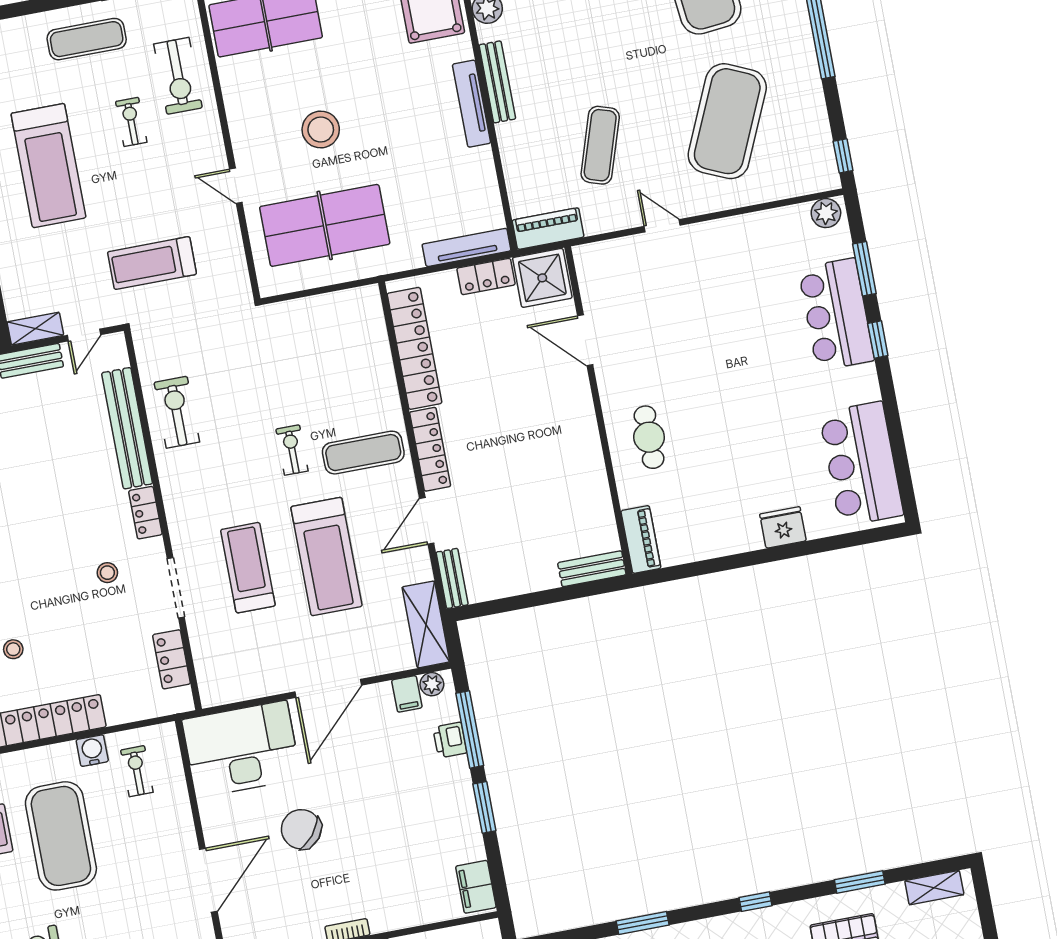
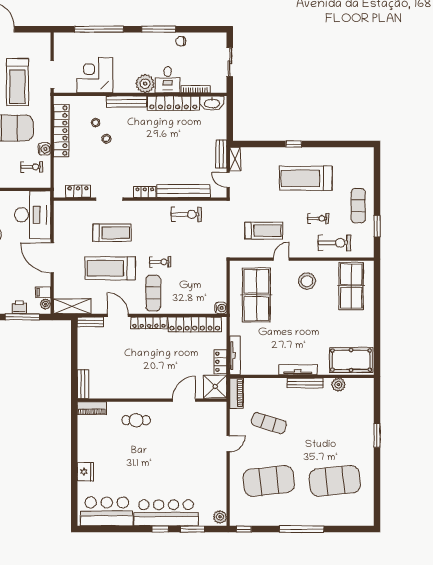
exercise bike: (178, 76) -> (334, 243), turned 180
exercise mat: (727, 121) -> (269, 481), turned -30
stool: (321, 129) -> (307, 281), moved
treadmill: (152, 263) -> (264, 231), moved, turned 90
water cooler: (368, 298) -> (221, 308), added
bar counter: (836, 314) -> (166, 513), width x1.36
stool: (107, 573) -> (106, 139), moved

